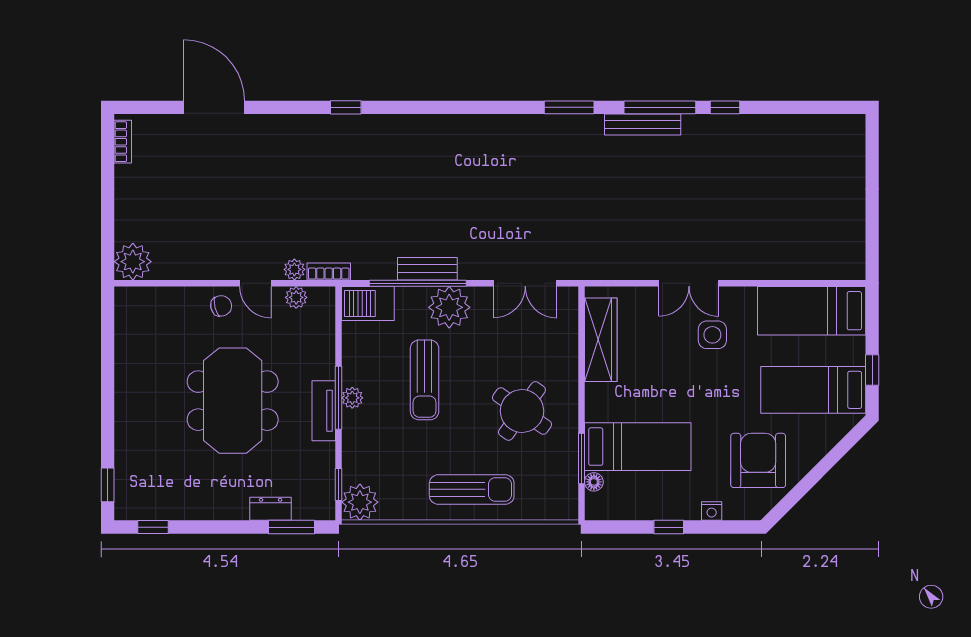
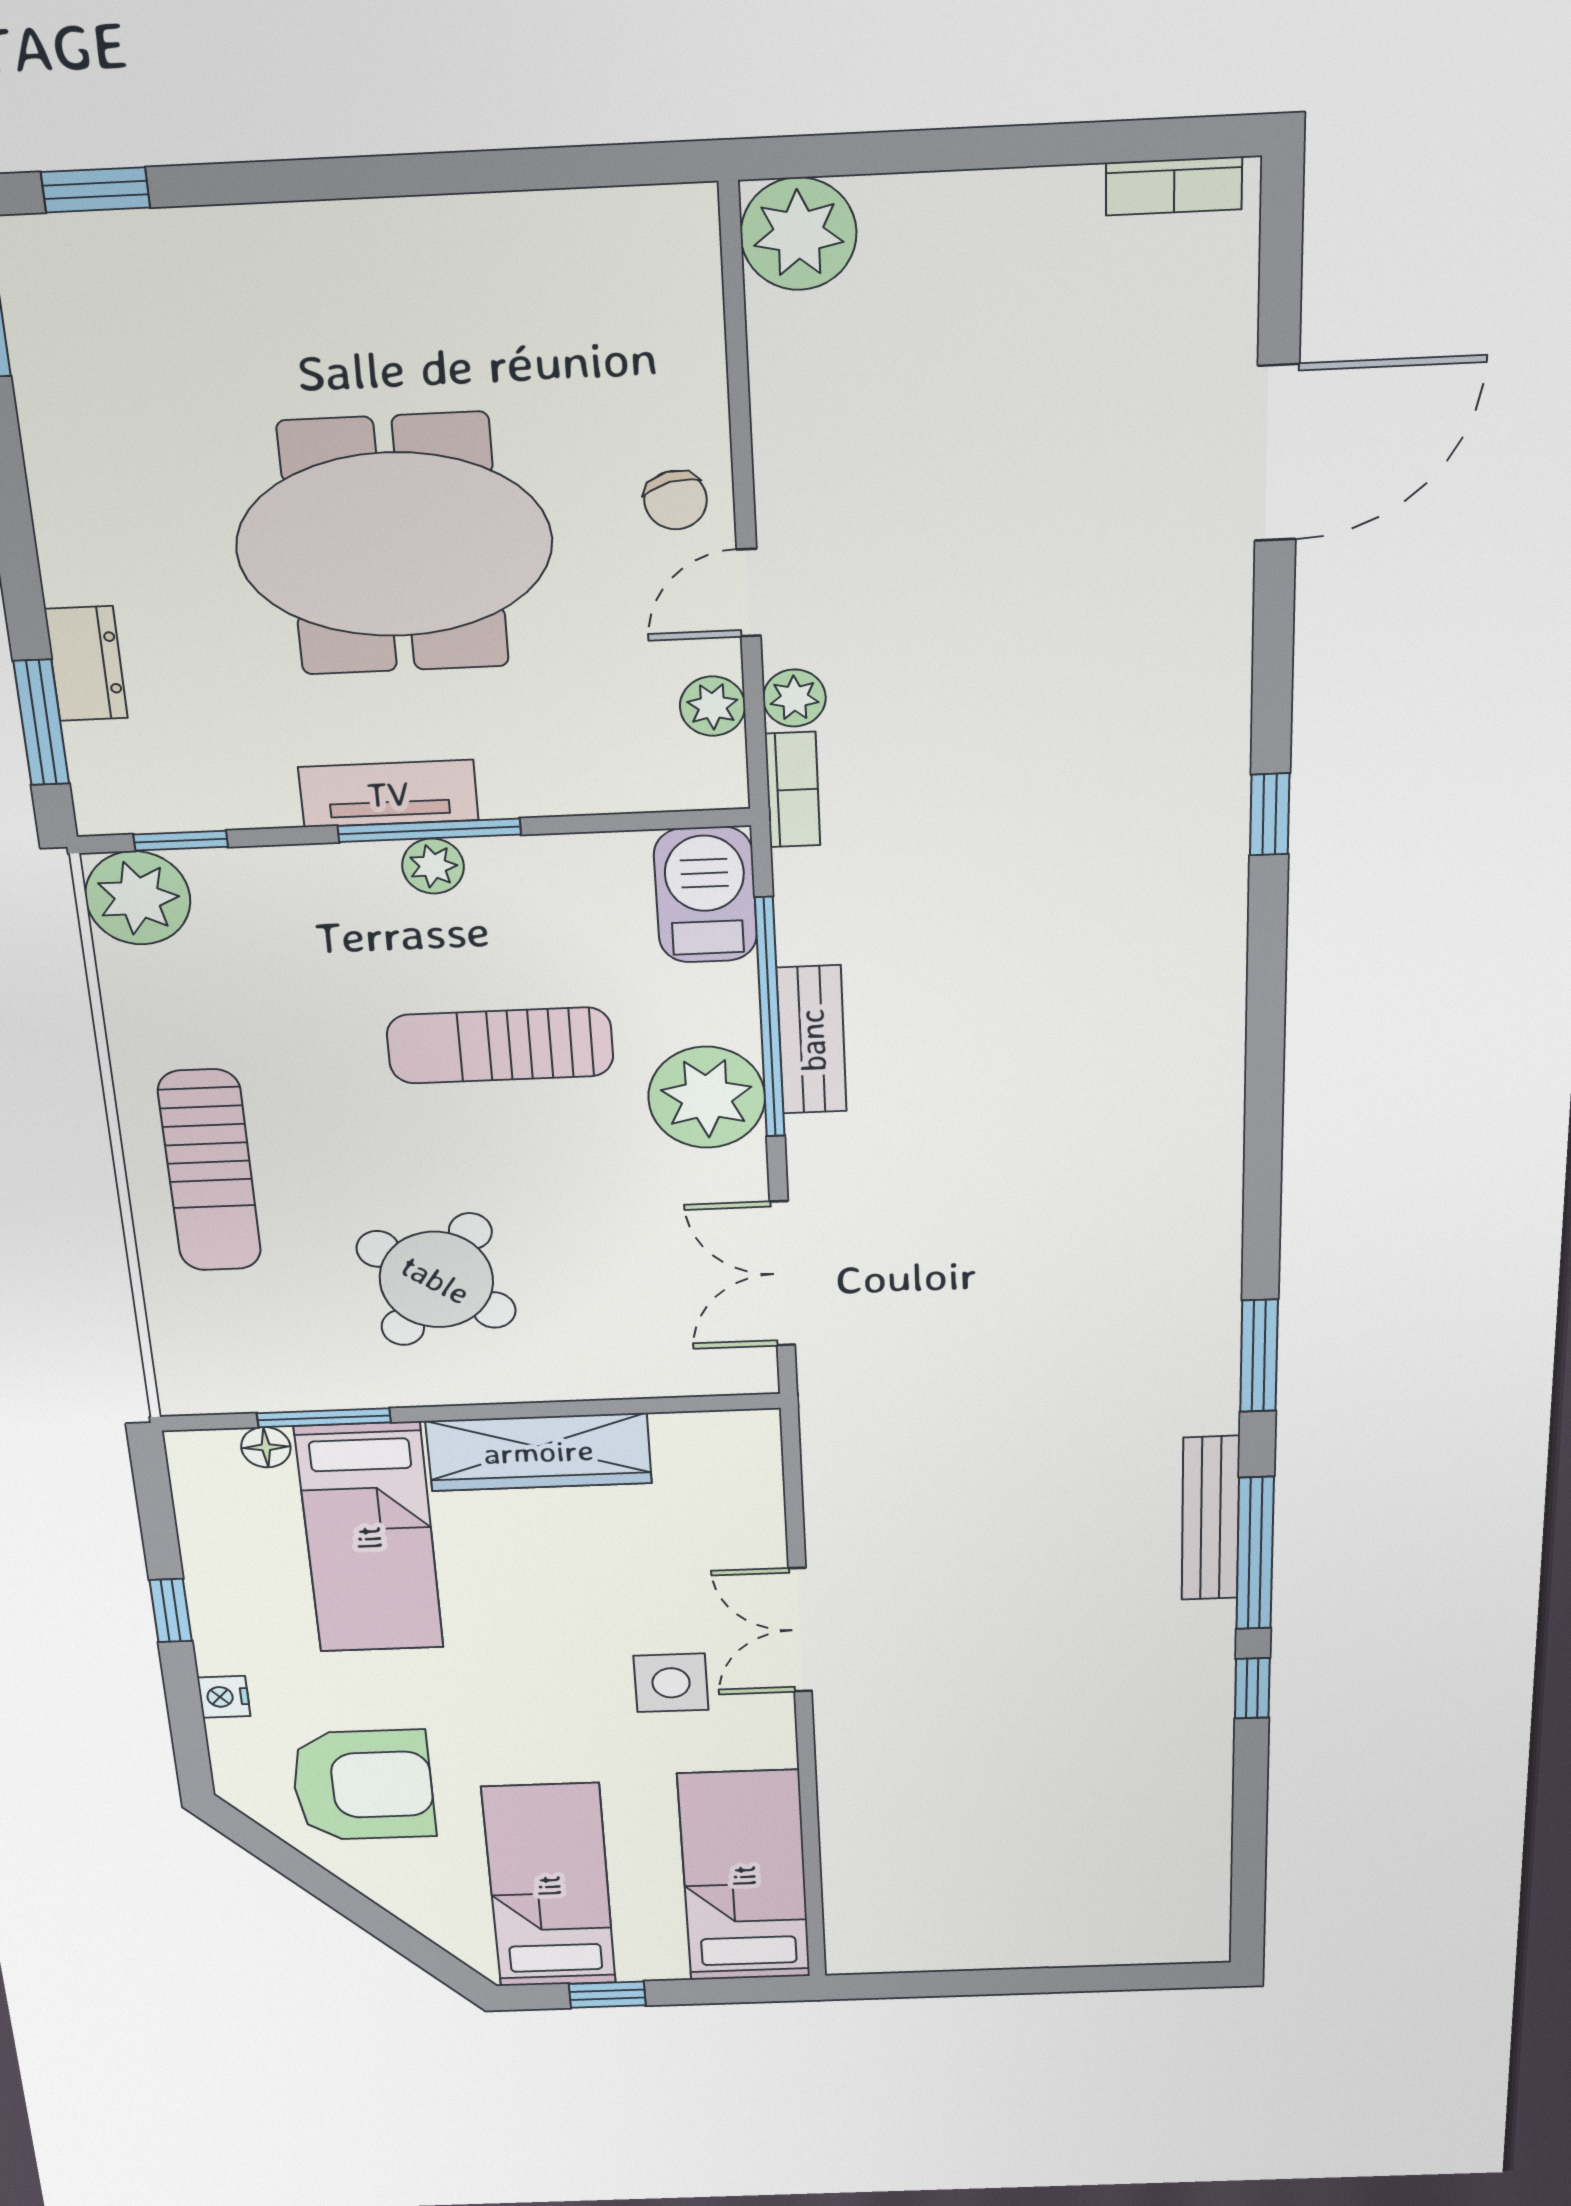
wardrobe: (601, 340) -> (539, 1452), moved

